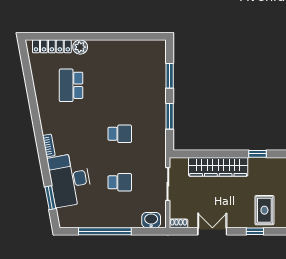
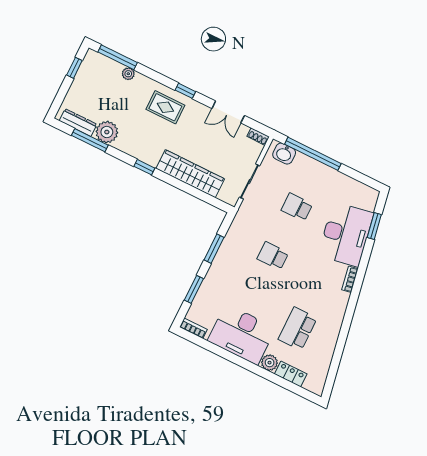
bookcase: (155, 44) -> (193, 328), added
locker: (52, 46) -> (291, 374), width x0.66
desk: (114, 59) -> (242, 334), added
school desk: (71, 85) -> (298, 329), turned 180
rug: (264, 210) -> (165, 107), turned 90
window: (105, 231) -> (313, 154), moved

